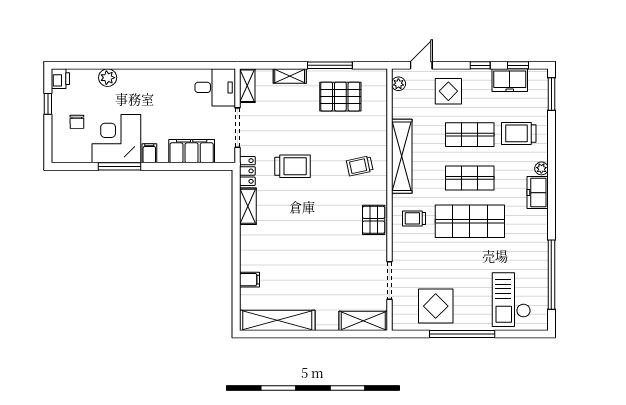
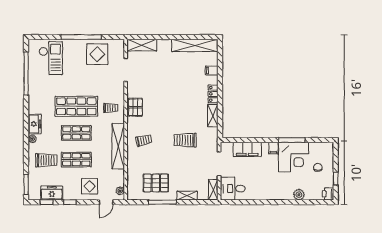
locker: (247, 171) -> (213, 94), moved

